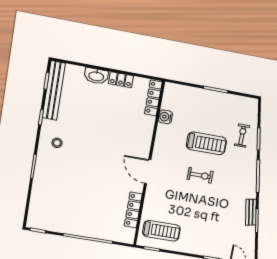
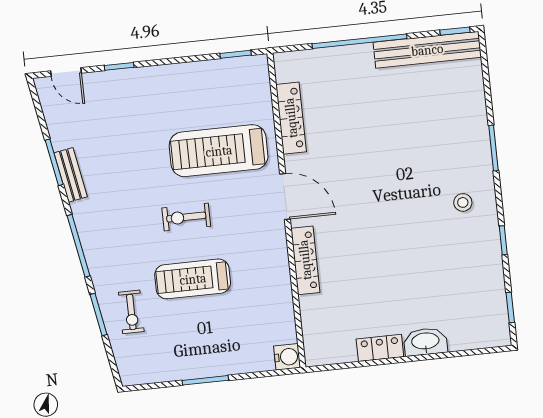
bench: (54, 91) -> (427, 50), moved, turned 90
locker: (153, 98) -> (305, 260), moved
water cooler: (165, 117) -> (287, 357), moved
treadmill: (161, 231) -> (219, 151), moved, width x1.37, depth x1.38

